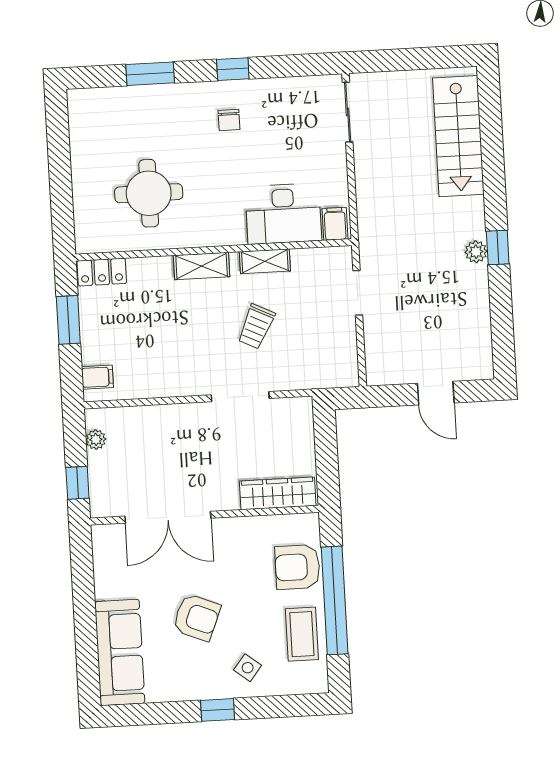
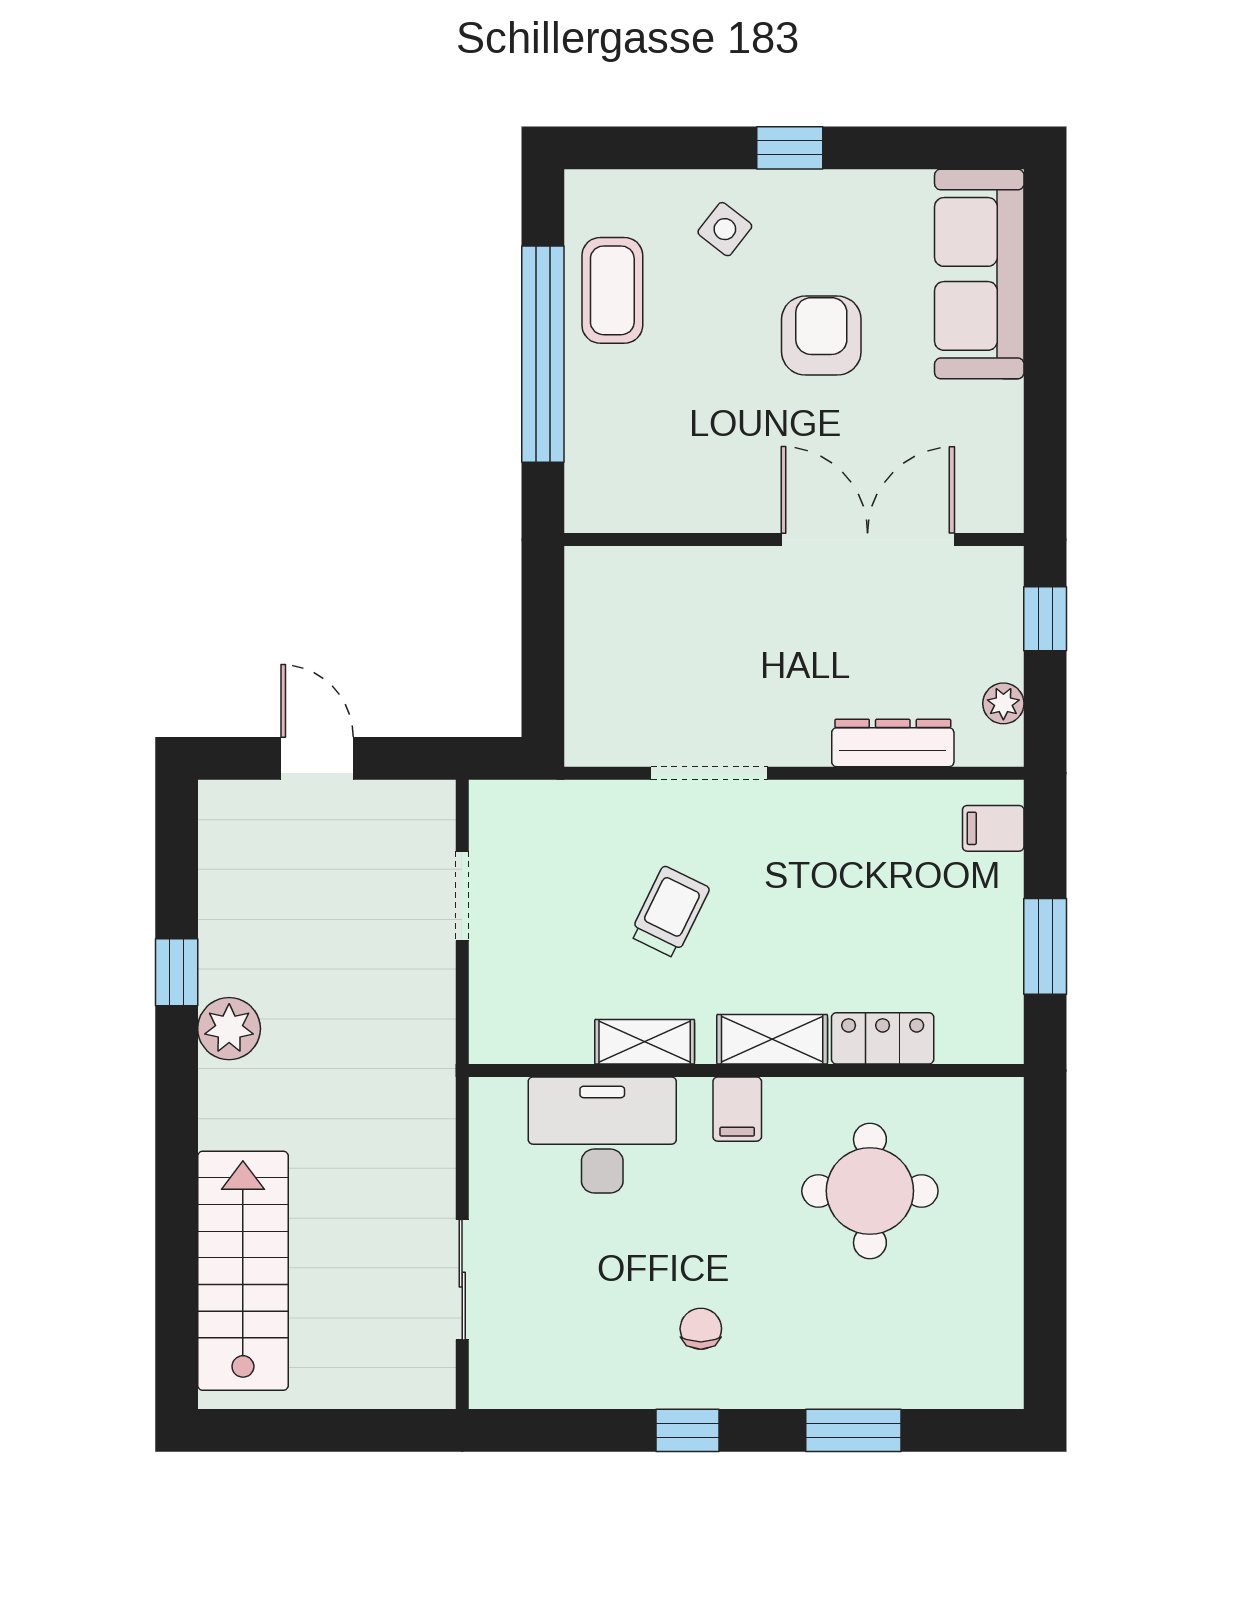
sliding door: (348, 112) -> (462, 1280), moved
filing cabinet: (335, 224) -> (737, 1109), moved
window: (498, 248) -> (177, 972), moved
plant: (476, 252) -> (229, 1029), width x1.38, depth x1.38
locker: (102, 272) -> (883, 1038), moved
doorway: (358, 293) -> (462, 896), moved
dresser: (150, 417) -> (893, 743), added
wardrobe: (278, 493) -> (645, 575), removed
armchair: (297, 567) -> (614, 425), removed
armchair: (197, 617) -> (821, 336), turned 68

